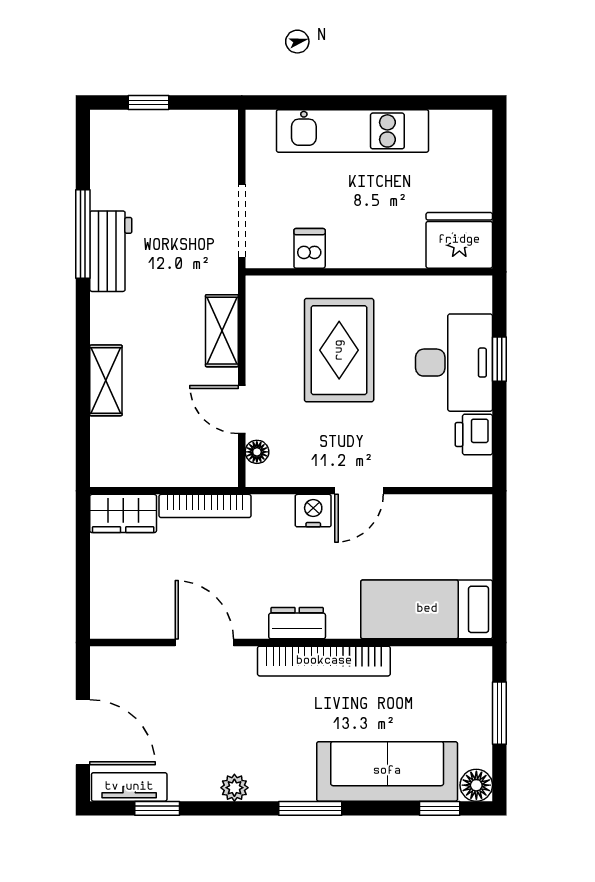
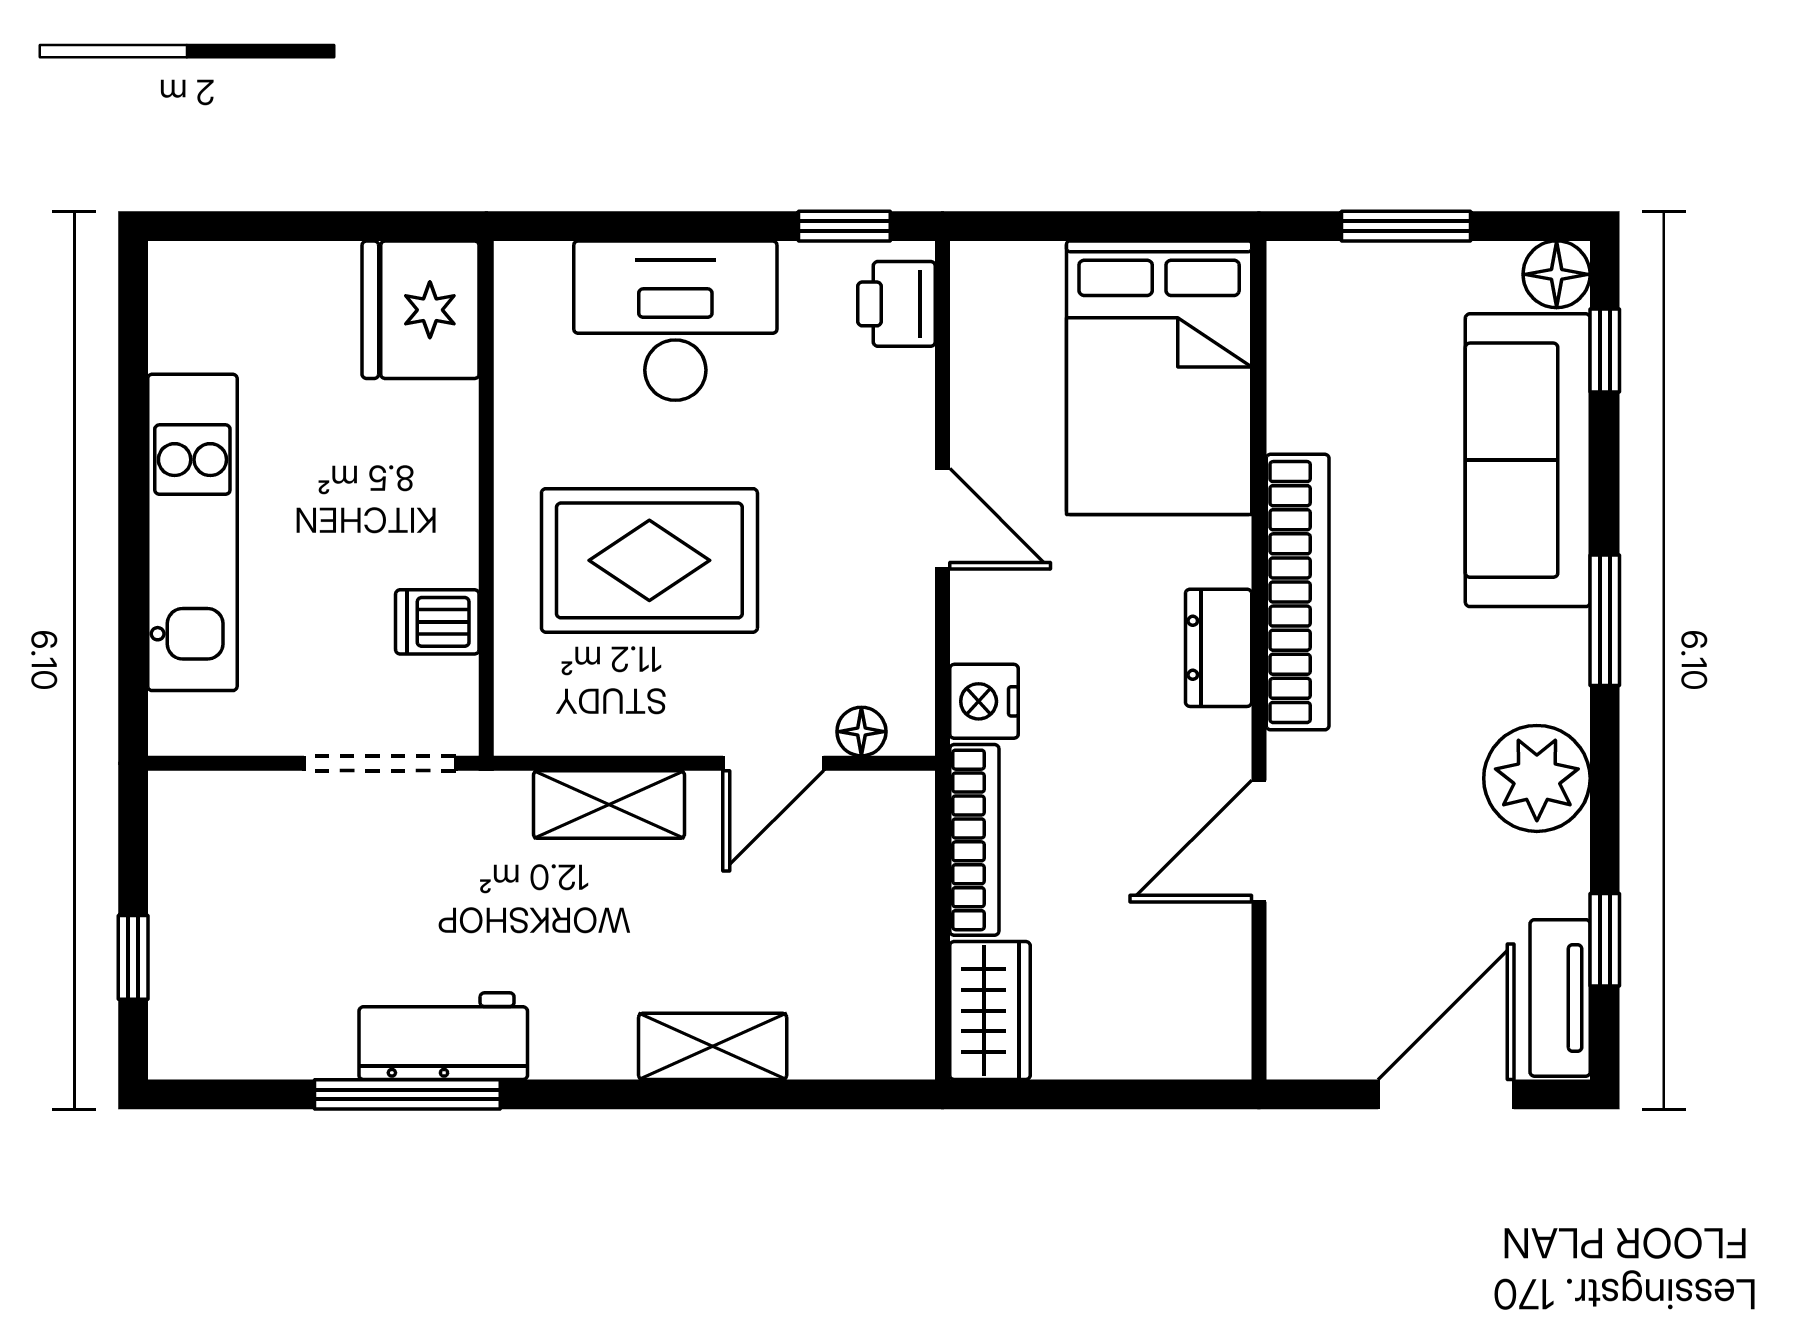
window: (499, 359) -> (844, 226), moved
printer: (474, 435) -> (897, 304), moved, turned 90
nightstand: (313, 511) -> (984, 701), moved
bed: (427, 609) -> (1159, 378), width x1.50
plant: (234, 788) -> (1537, 778), width x1.88, depth x1.88

